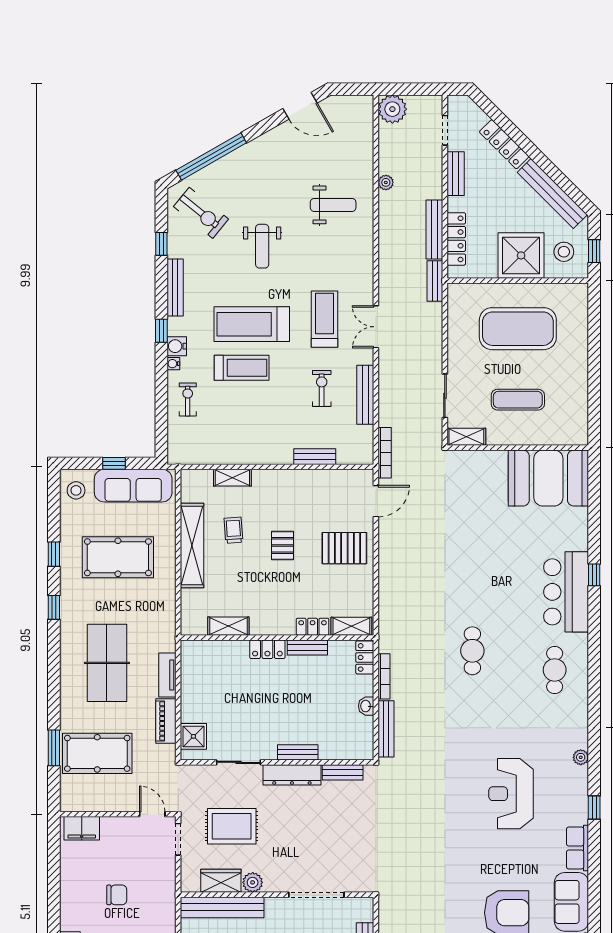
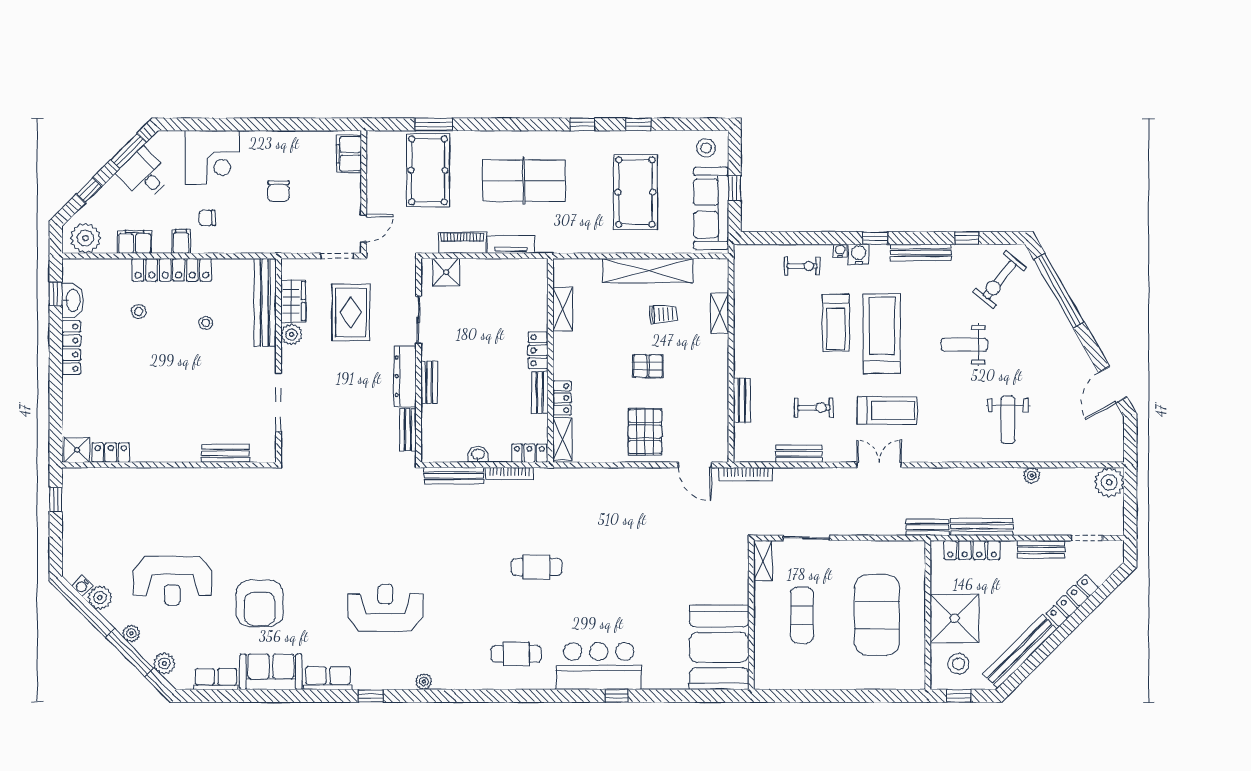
bench: (365, 395) -> (799, 454), width x0.73

